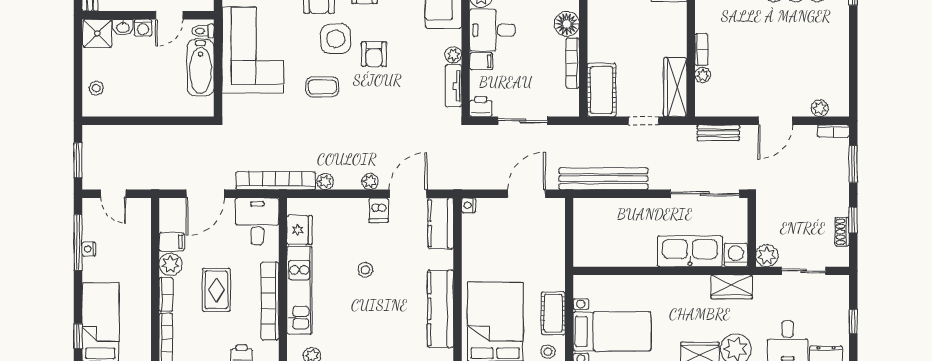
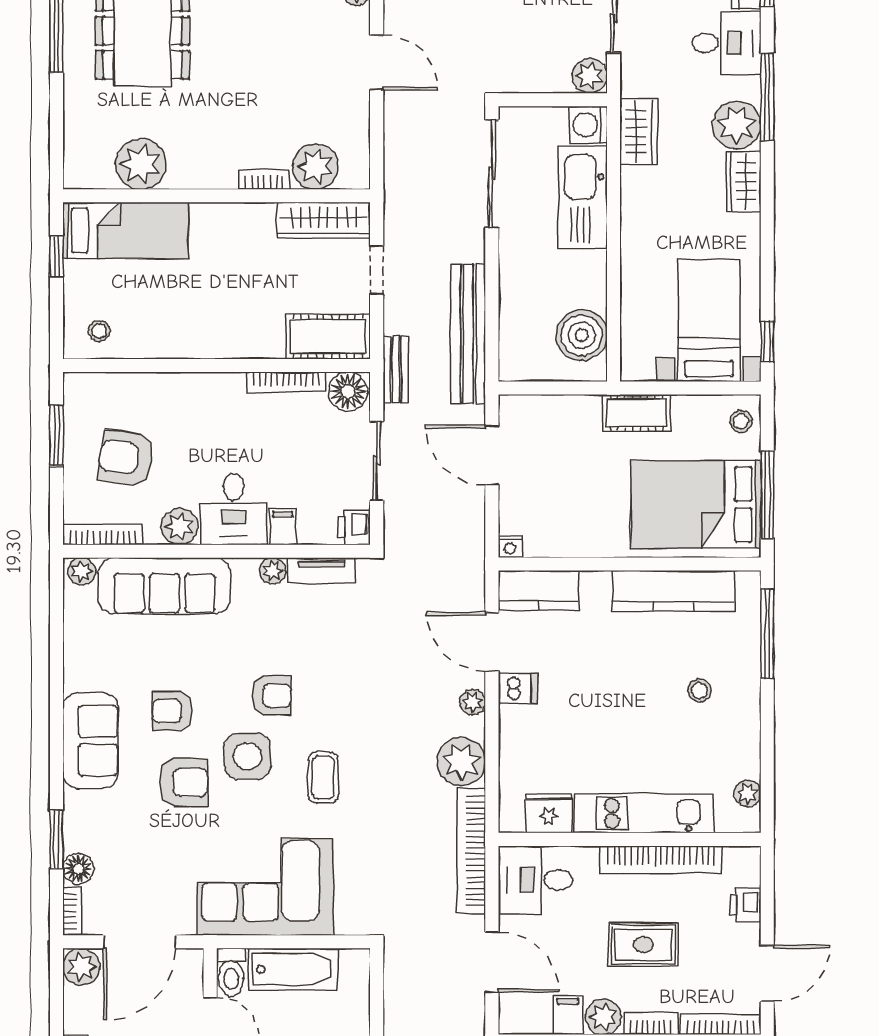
floor lamp: (567, 24) -> (348, 392), moved
toilet: (203, 31) -> (231, 972), width x1.37, depth x1.39
plant: (703, 75) -> (315, 167), width x1.88, depth x1.88
bench: (718, 133) -> (396, 369), moved
plant: (325, 182) -> (461, 762), width x1.87, depth x1.87
boiler: (602, 251) -> (582, 335), added
stool: (365, 270) -> (699, 690), moved
cot: (553, 313) -> (636, 413), moved

